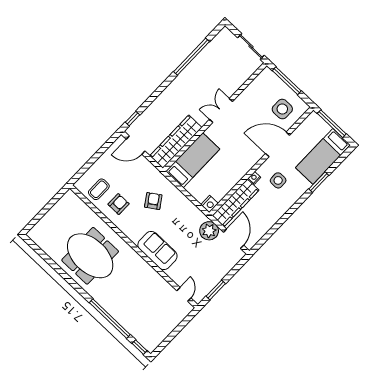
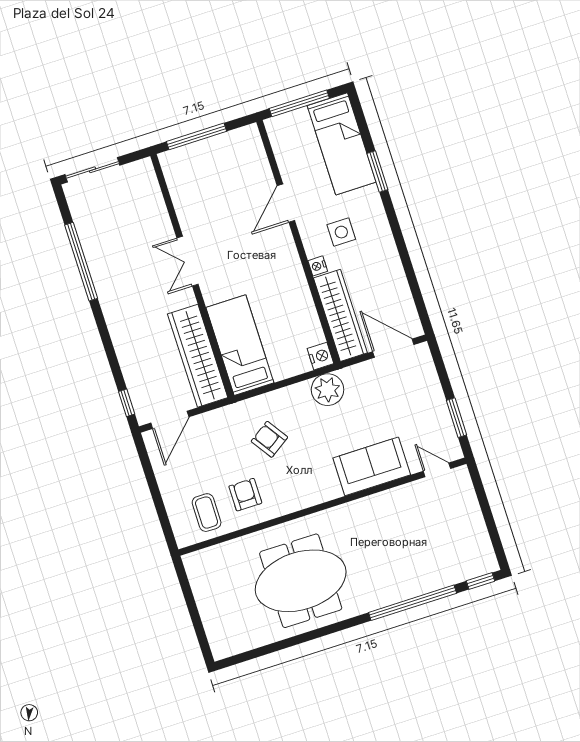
sliding door: (251, 47) -> (92, 170), moved
side table: (282, 109) -> (236, 167), removed
door: (278, 144) -> (286, 203), width x0.73
plant: (209, 231) -> (328, 390), moved
sofa: (157, 251) -> (372, 466), moved

